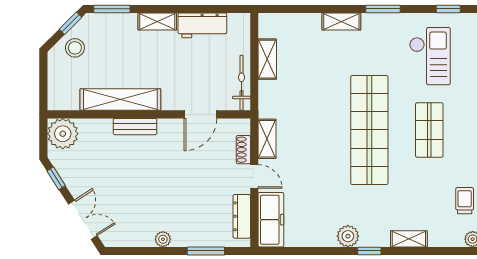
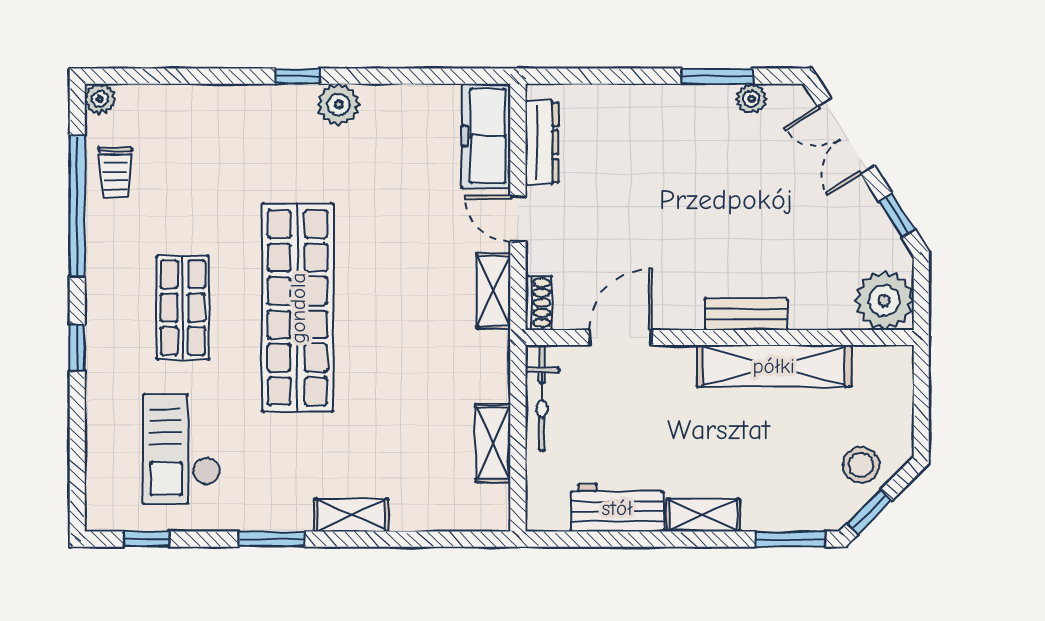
shoe rack: (243, 150) -> (539, 303), moved
plant: (163, 239) -> (751, 99), moved
shelving: (409, 239) -> (222, 99), removed
window: (206, 251) -> (717, 76), moved

